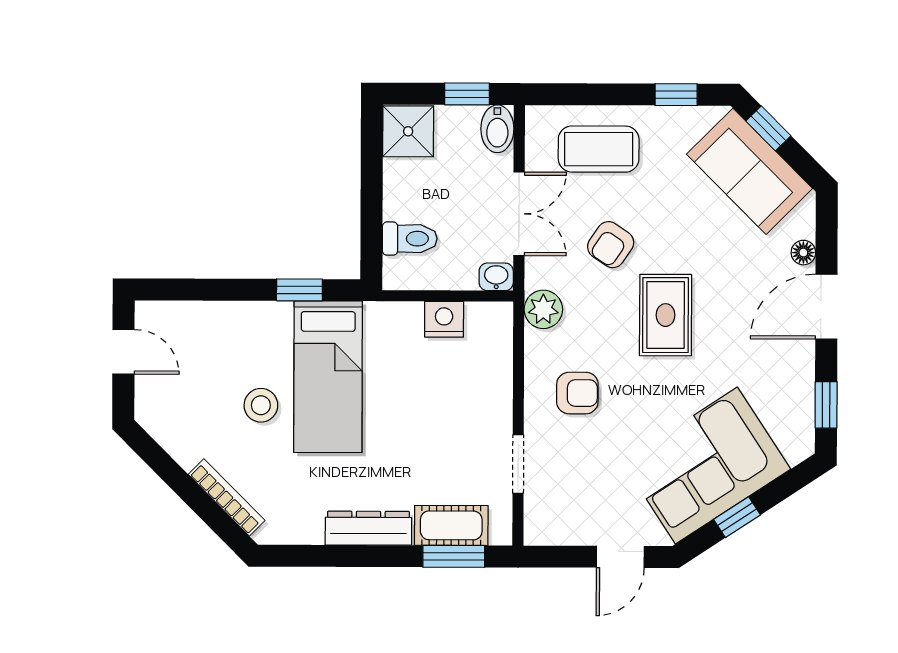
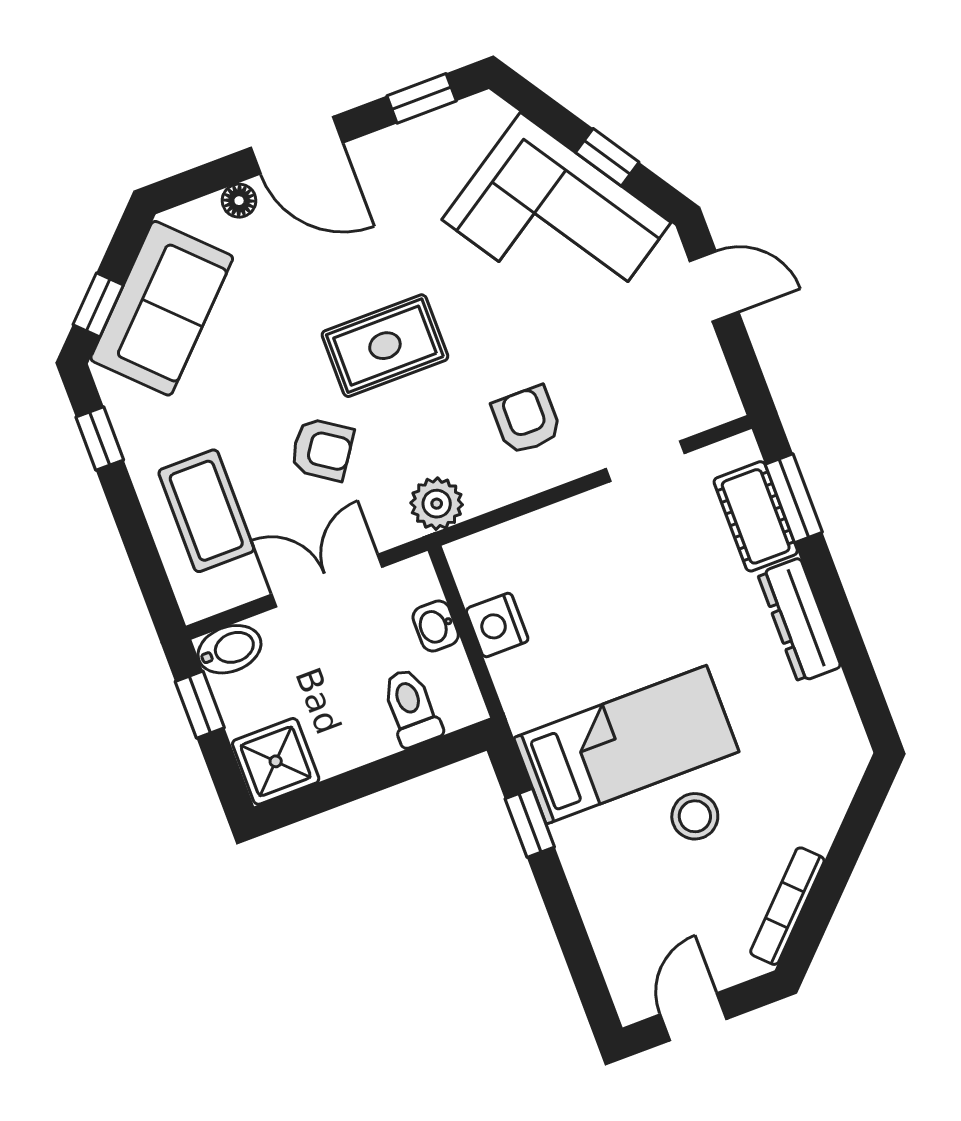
washbasin: (496, 277) -> (436, 626), moved
bookcase: (227, 497) -> (787, 906), moved

